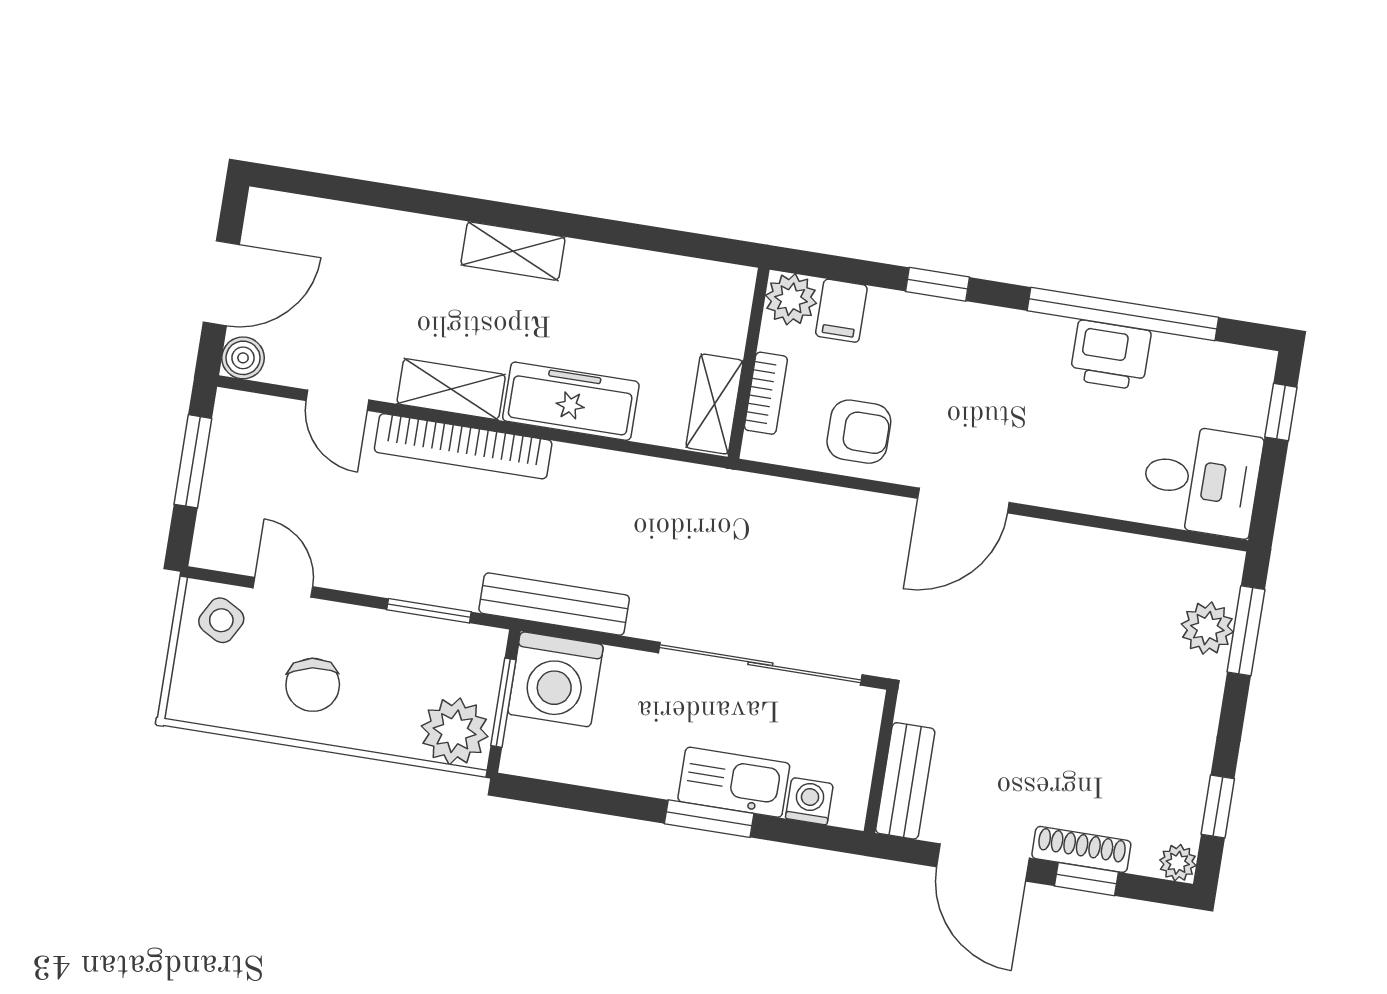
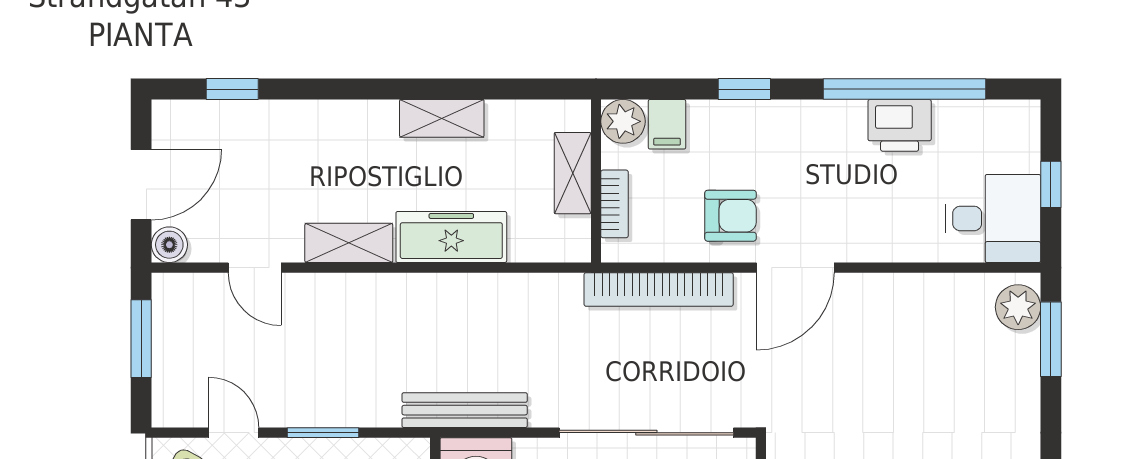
window: (345, 189) -> (232, 89), added
shelving: (513, 251) -> (442, 118), moved
shelving: (714, 404) -> (573, 173), moved
window: (1281, 412) -> (1051, 184), moved
armchair: (859, 432) -> (730, 216), moved
bookcase: (463, 446) -> (659, 289), moved
window: (429, 611) -> (323, 433), moved
plant: (1207, 628) -> (1018, 307), moved

